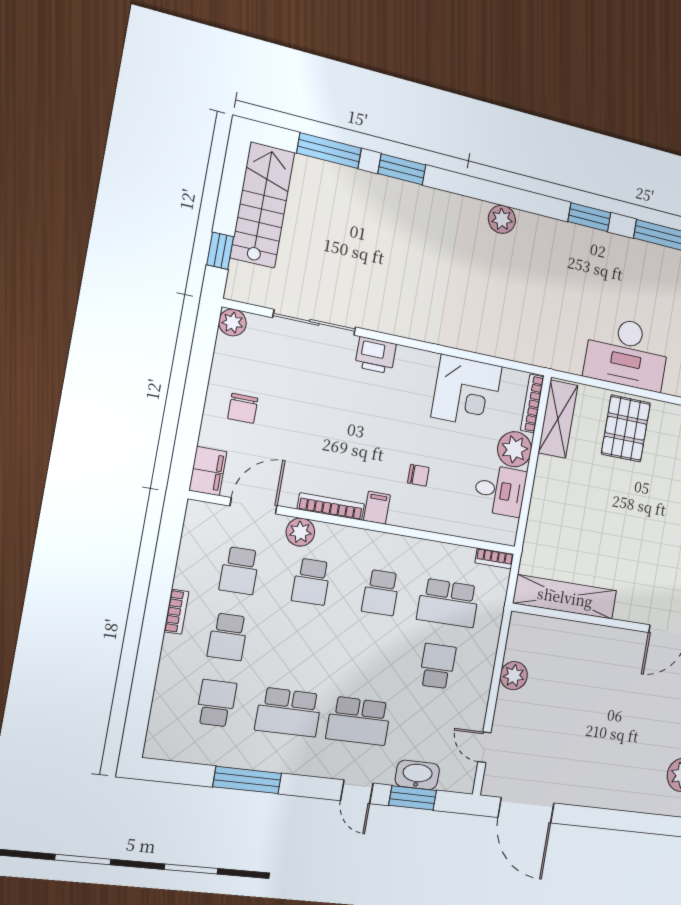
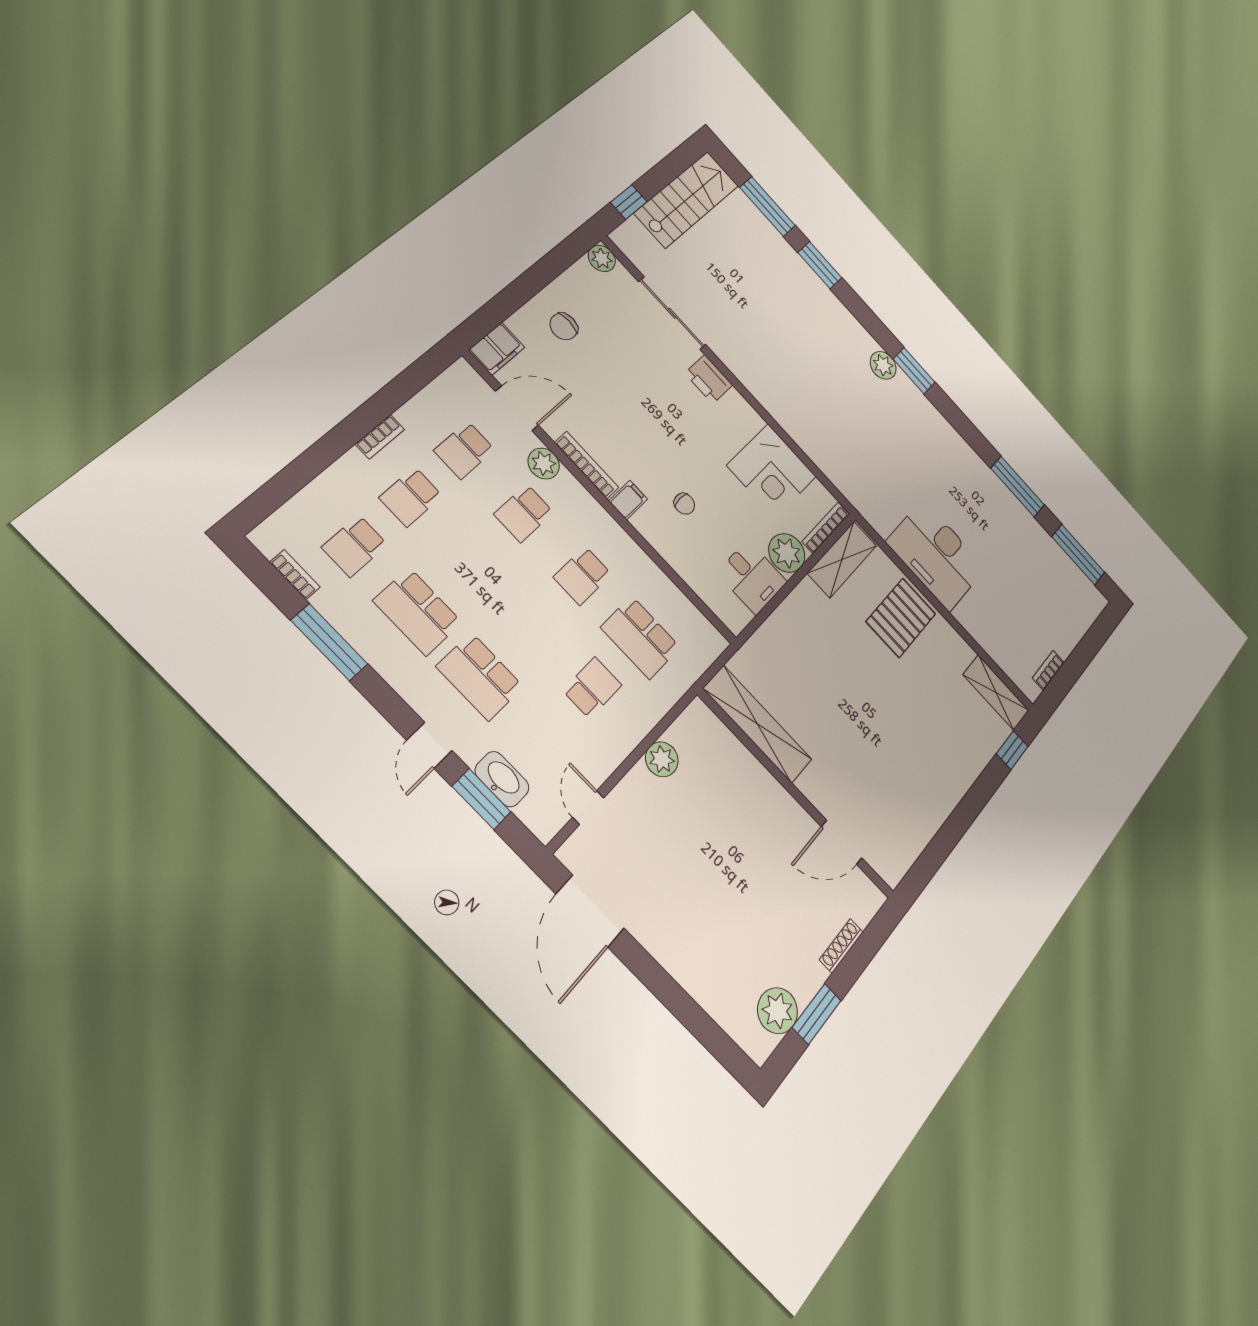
window: (589, 217) -> (914, 371), moved
bookcase: (494, 558) -> (295, 575), moved, turned 180
school desk: (216, 703) -> (355, 546), turned 180

